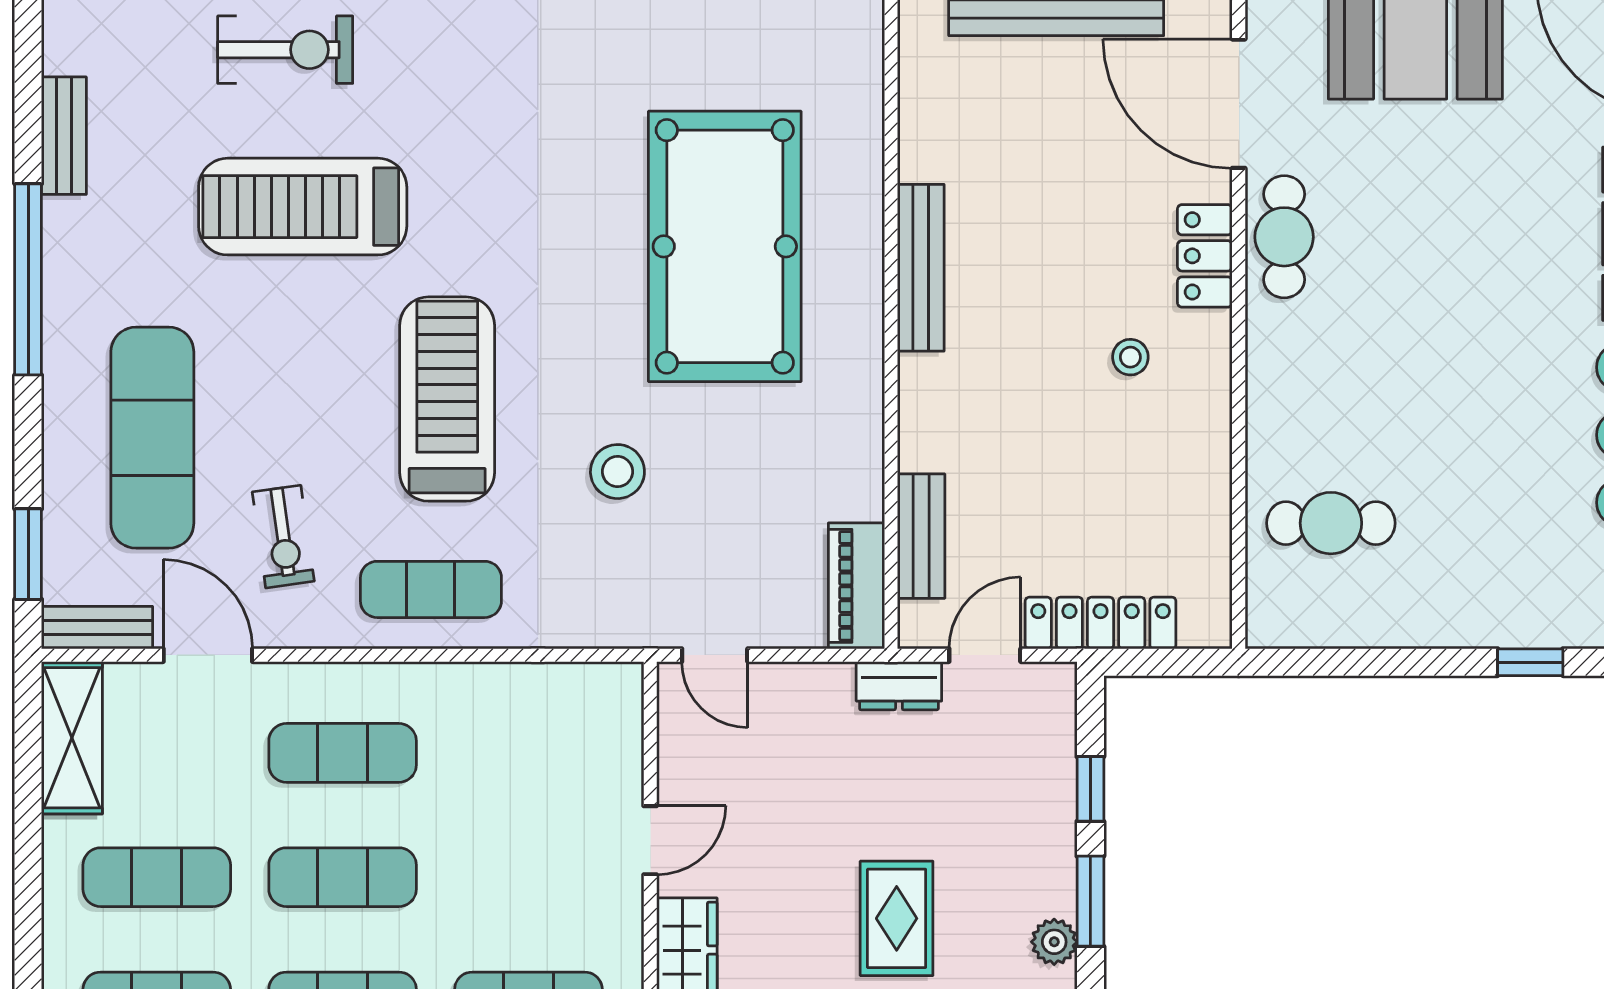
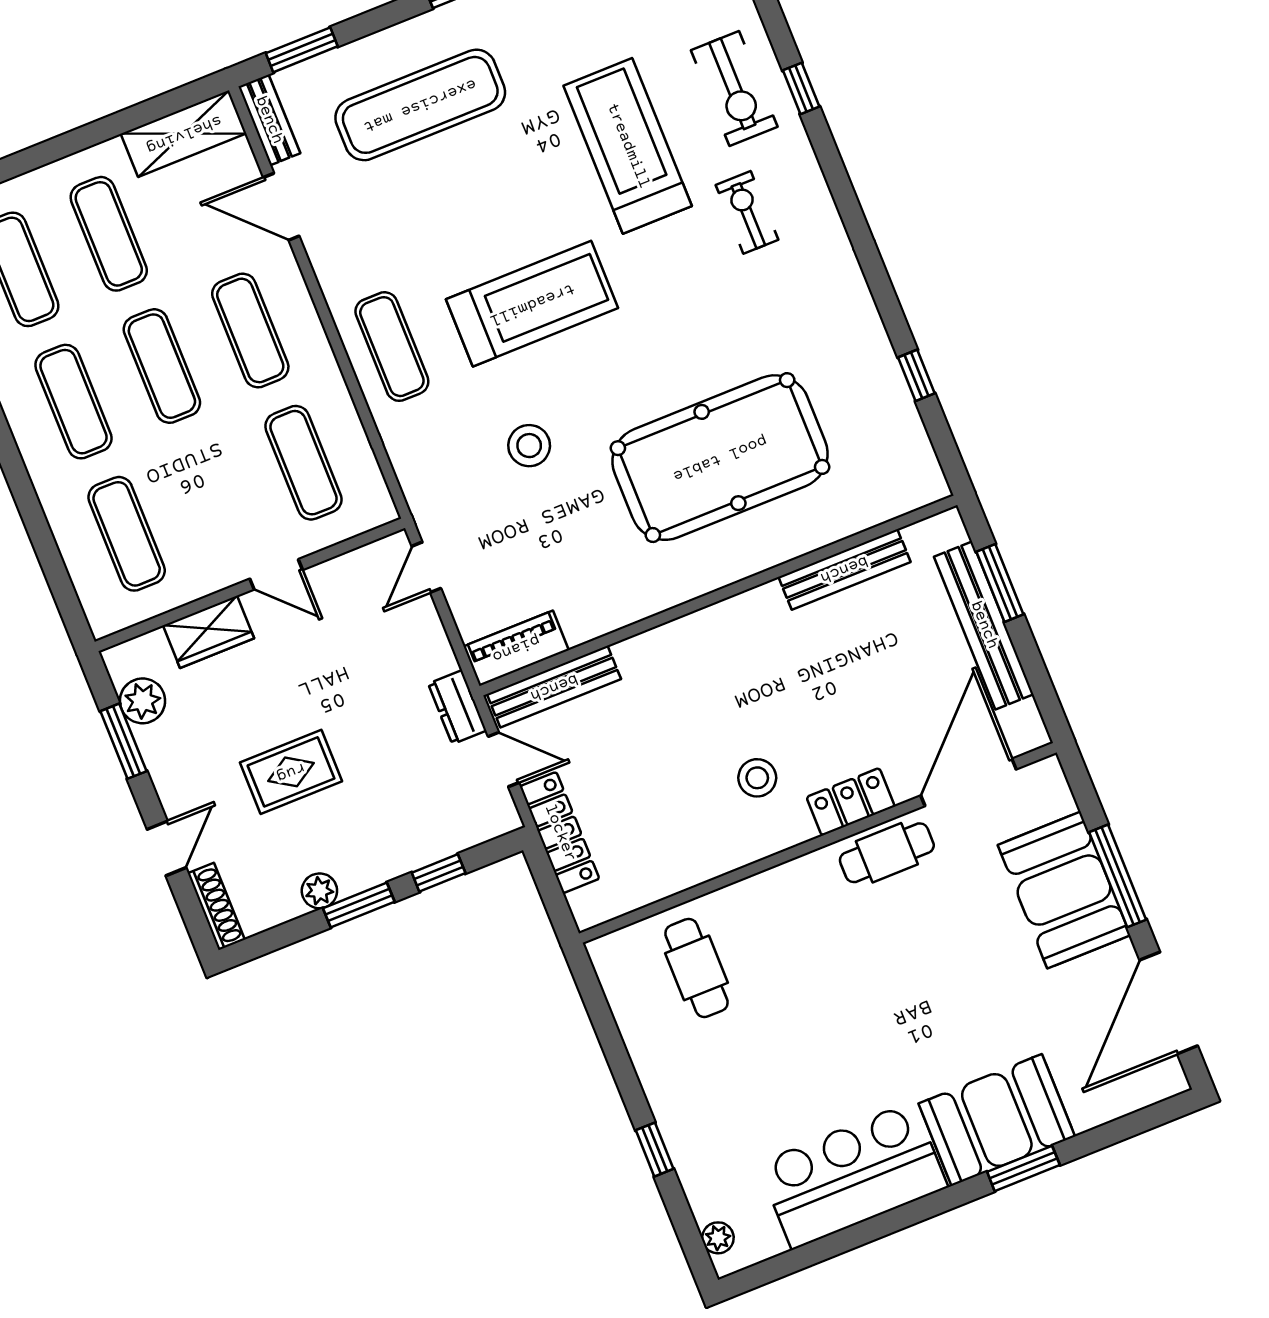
bench: (921, 268) -> (844, 569), moved
stool: (1130, 357) -> (757, 778), width x1.37, depth x1.37
bench: (921, 536) -> (554, 687), width x1.36
exercise bike: (283, 537) -> (747, 212), moved, turned 98
door: (208, 655) -> (281, 207), swing flipped
exercise mat: (528, 753) -> (303, 463), added

